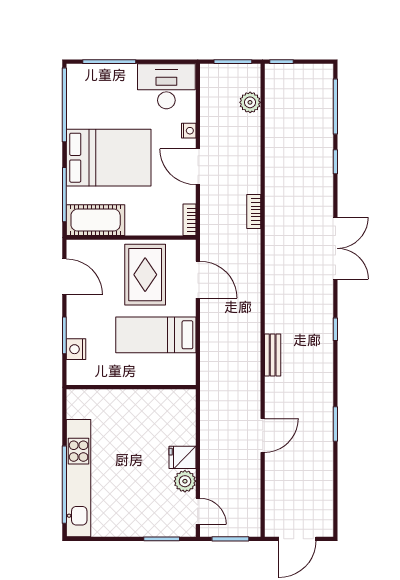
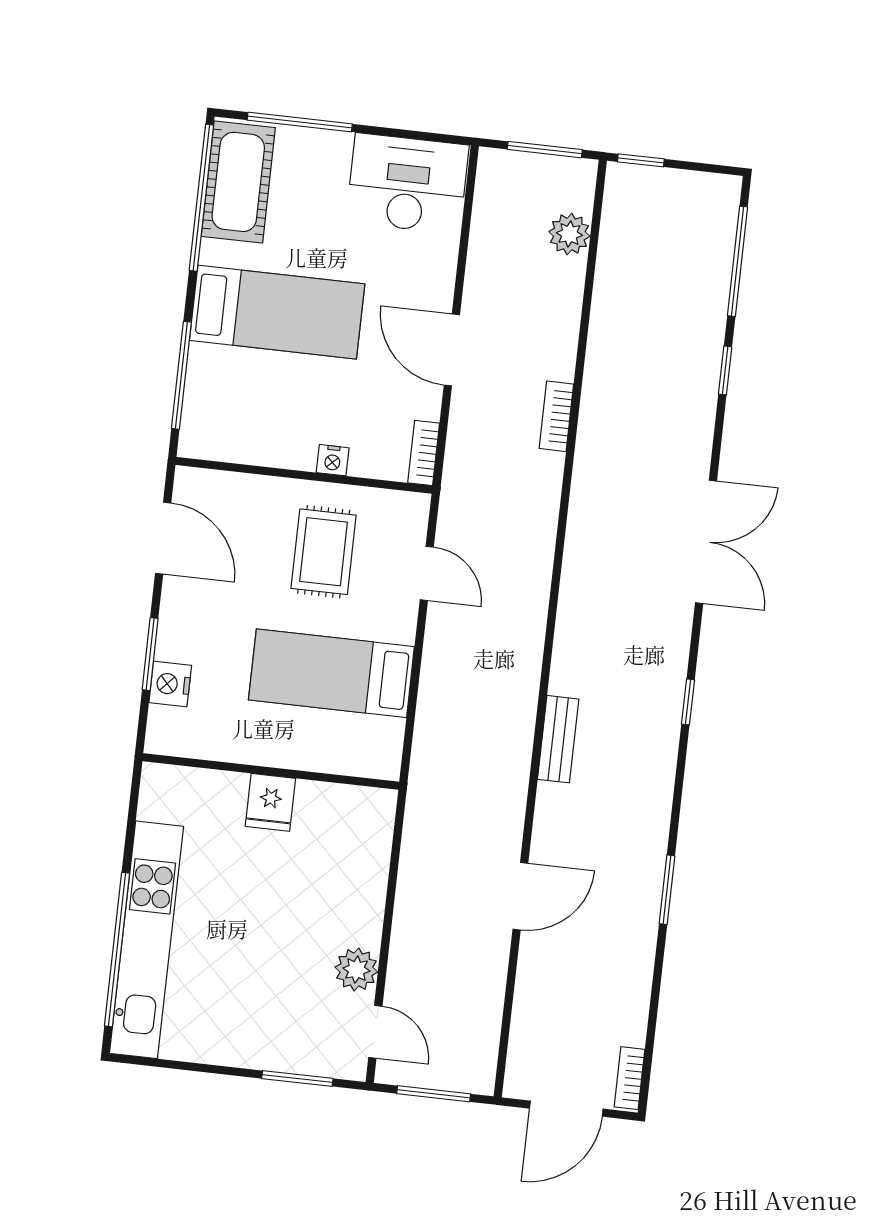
nightstand: (189, 131) -> (333, 460), moved, turned 90
bed: (109, 158) -> (277, 312), width x0.67
bookcase: (254, 212) -> (556, 416), moved
cot: (96, 220) -> (238, 182), moved, turned 90
rug: (145, 275) -> (324, 552), width x0.73, depth x0.70
door: (198, 280) -> (427, 573), width x0.73
fridge: (182, 457) -> (270, 802), moved, turned -90
bookcase: (327, 520) -> (630, 1078), added

